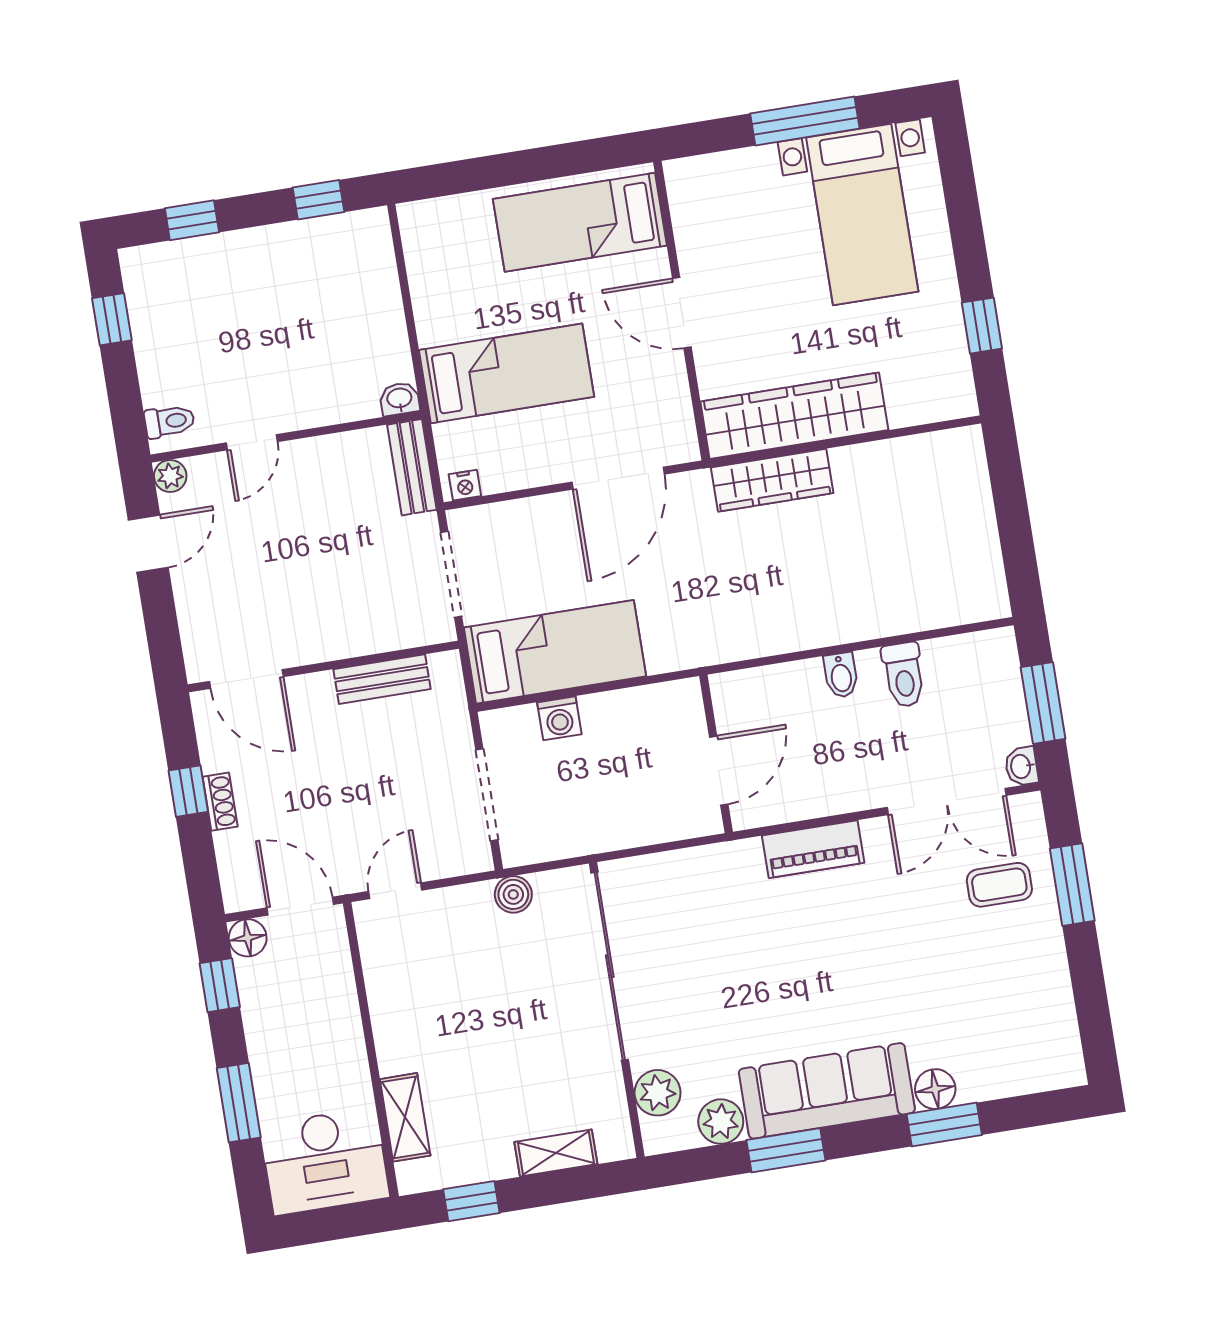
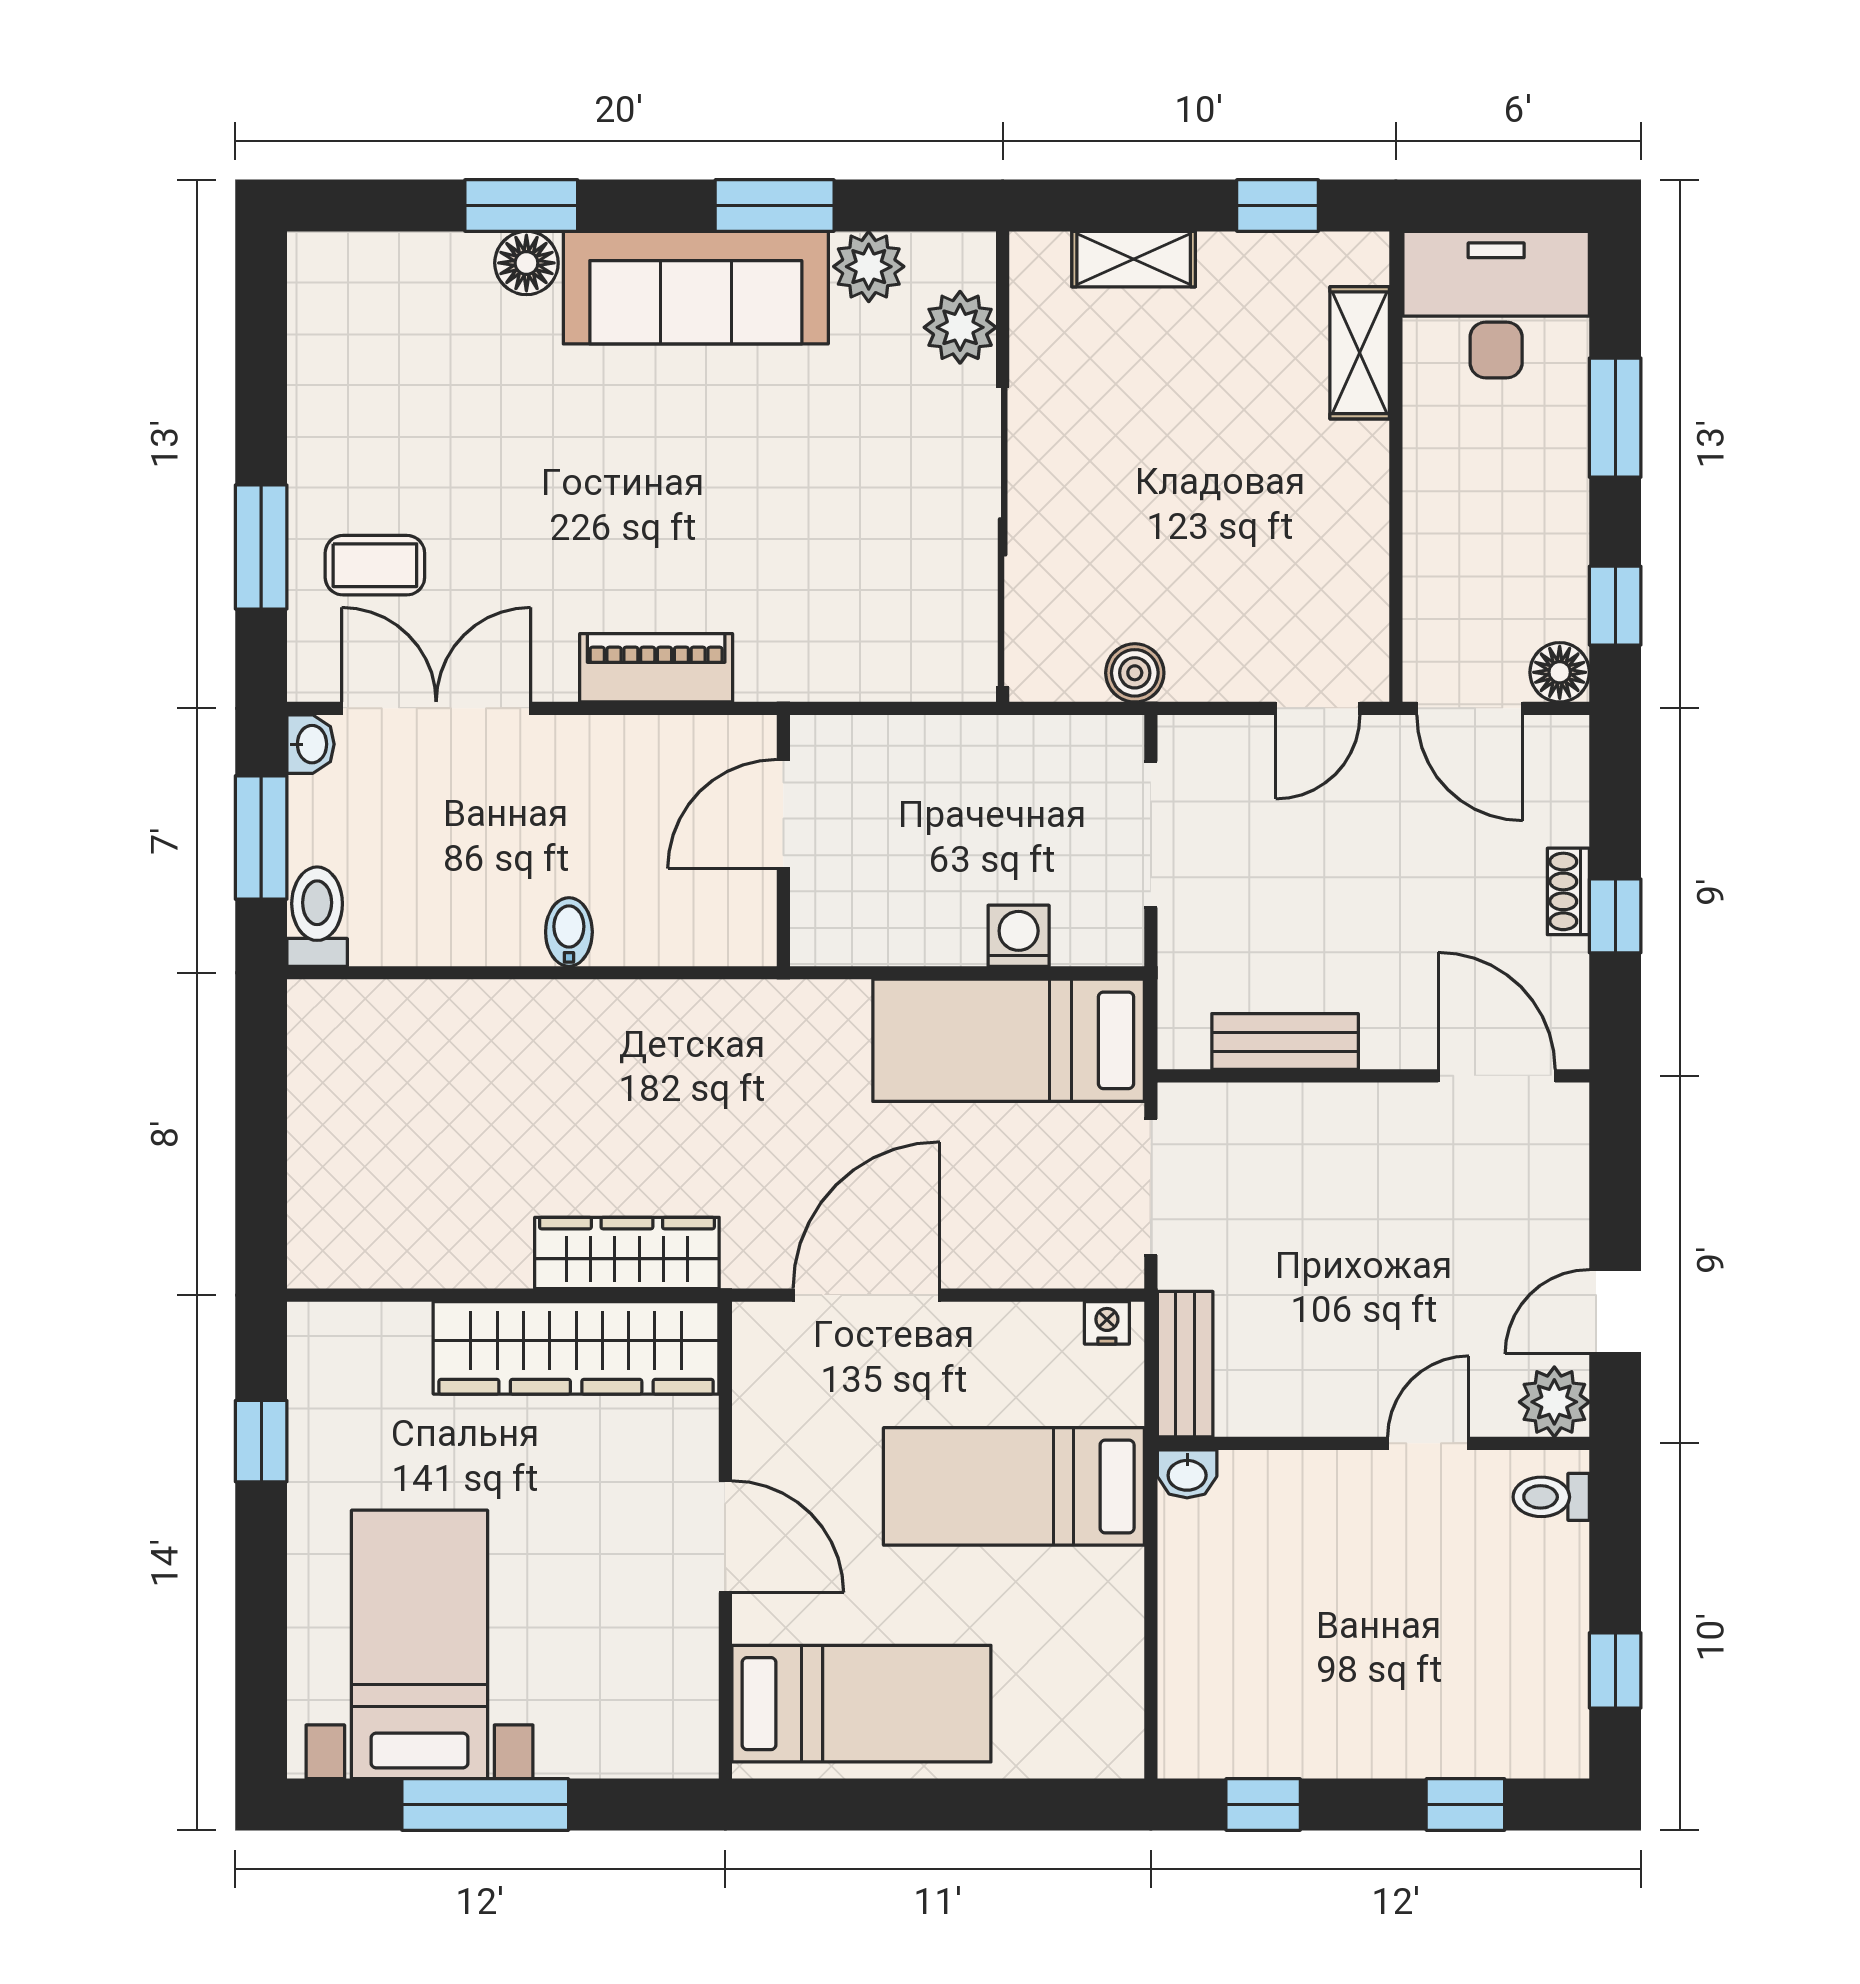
plant: (170, 476) -> (1554, 1402), width x1.38, depth x1.38
toilet: (904, 675) -> (317, 917), moved

